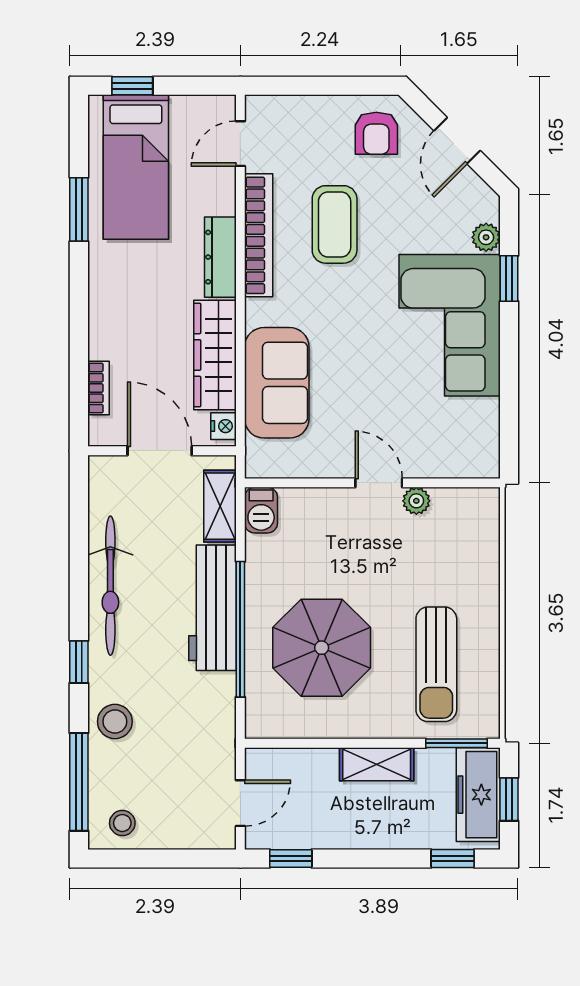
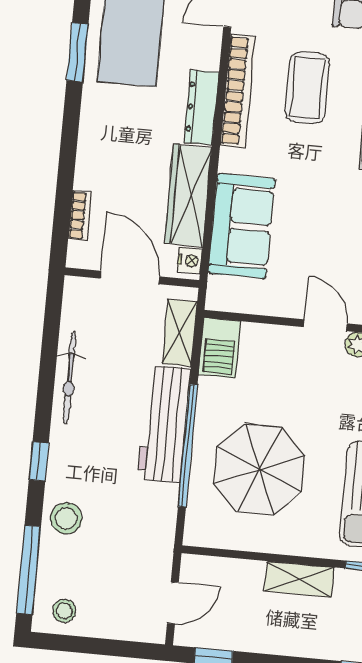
barbecue: (261, 510) -> (220, 348), width x1.38, depth x1.27
bicycle: (110, 586) -> (70, 378), width x0.73, depth x0.71

